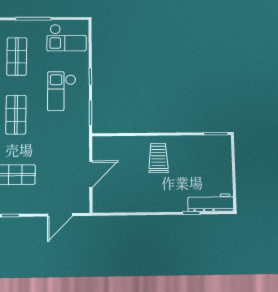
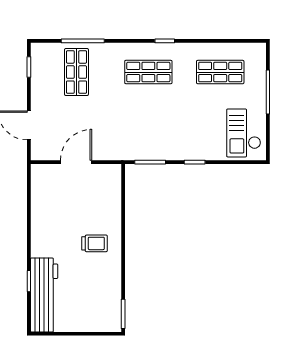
checkout: (62, 91) -> (177, 127), removed
trolley: (158, 158) -> (95, 243), width x0.73, depth x0.72
door: (91, 174) -> (76, 162), swing flipped
workbench: (211, 203) -> (44, 295), width x1.36, depth x1.32

